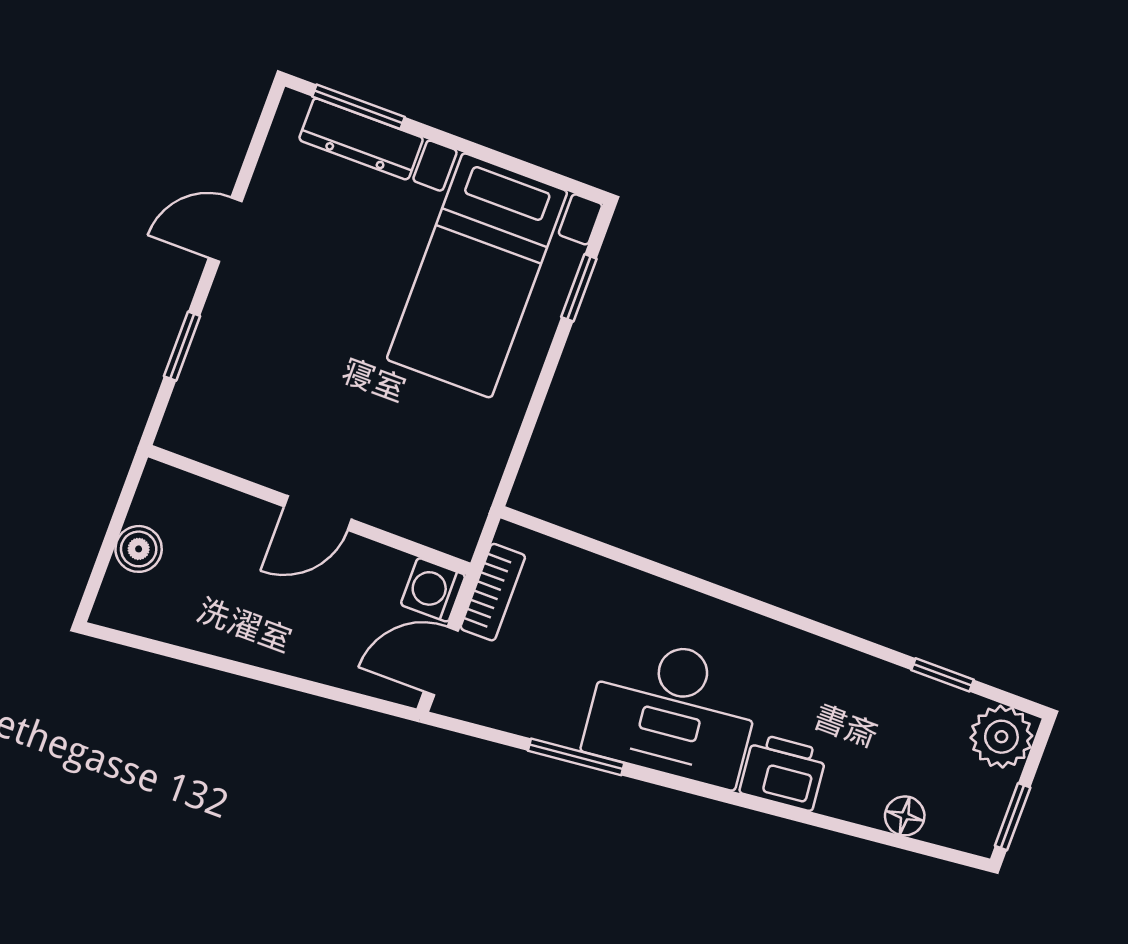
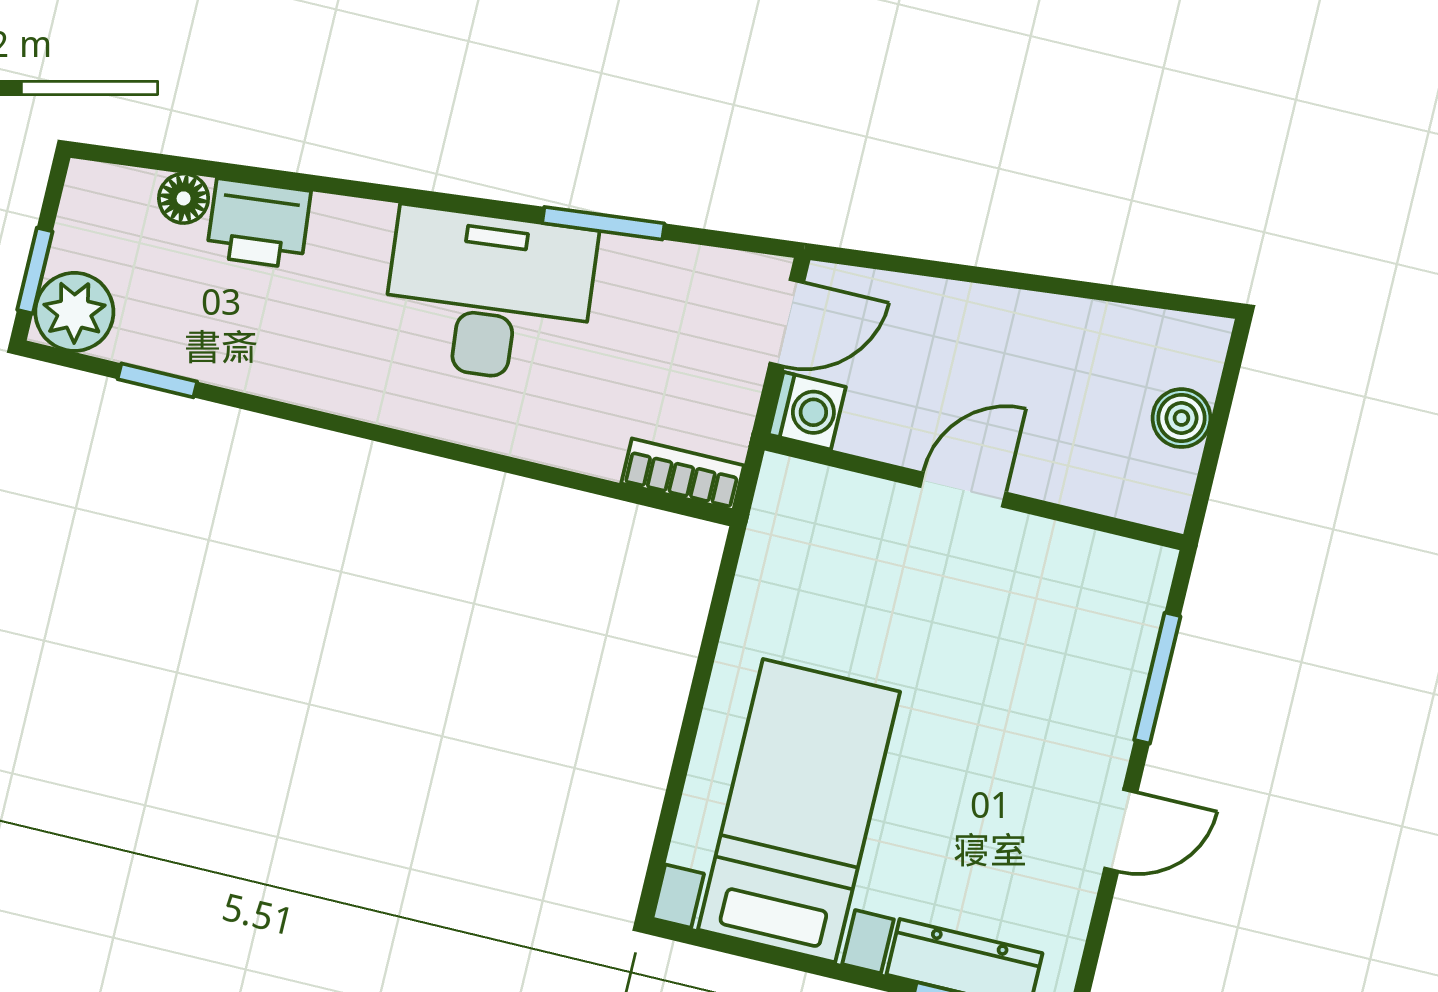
window: (579, 288) -> (670, 810), removed
window: (182, 346) -> (1157, 678), width x1.50
bookcase: (493, 592) -> (683, 474), moved, turned 90
printer: (783, 772) -> (259, 224), moved
window: (1013, 817) -> (35, 271), moved

